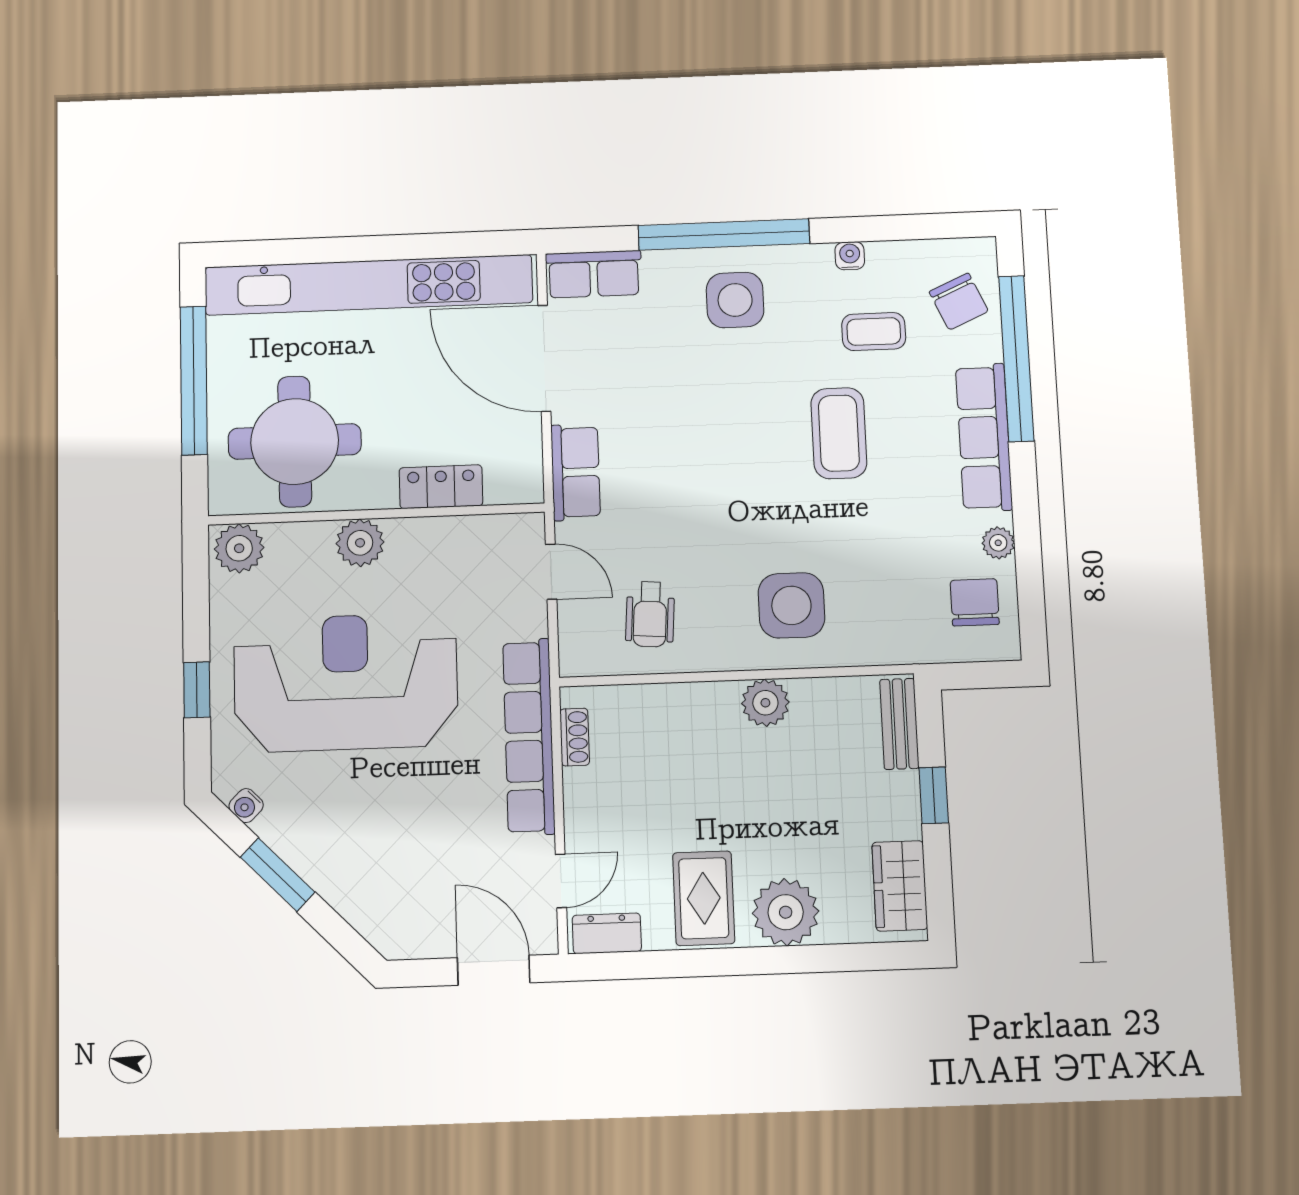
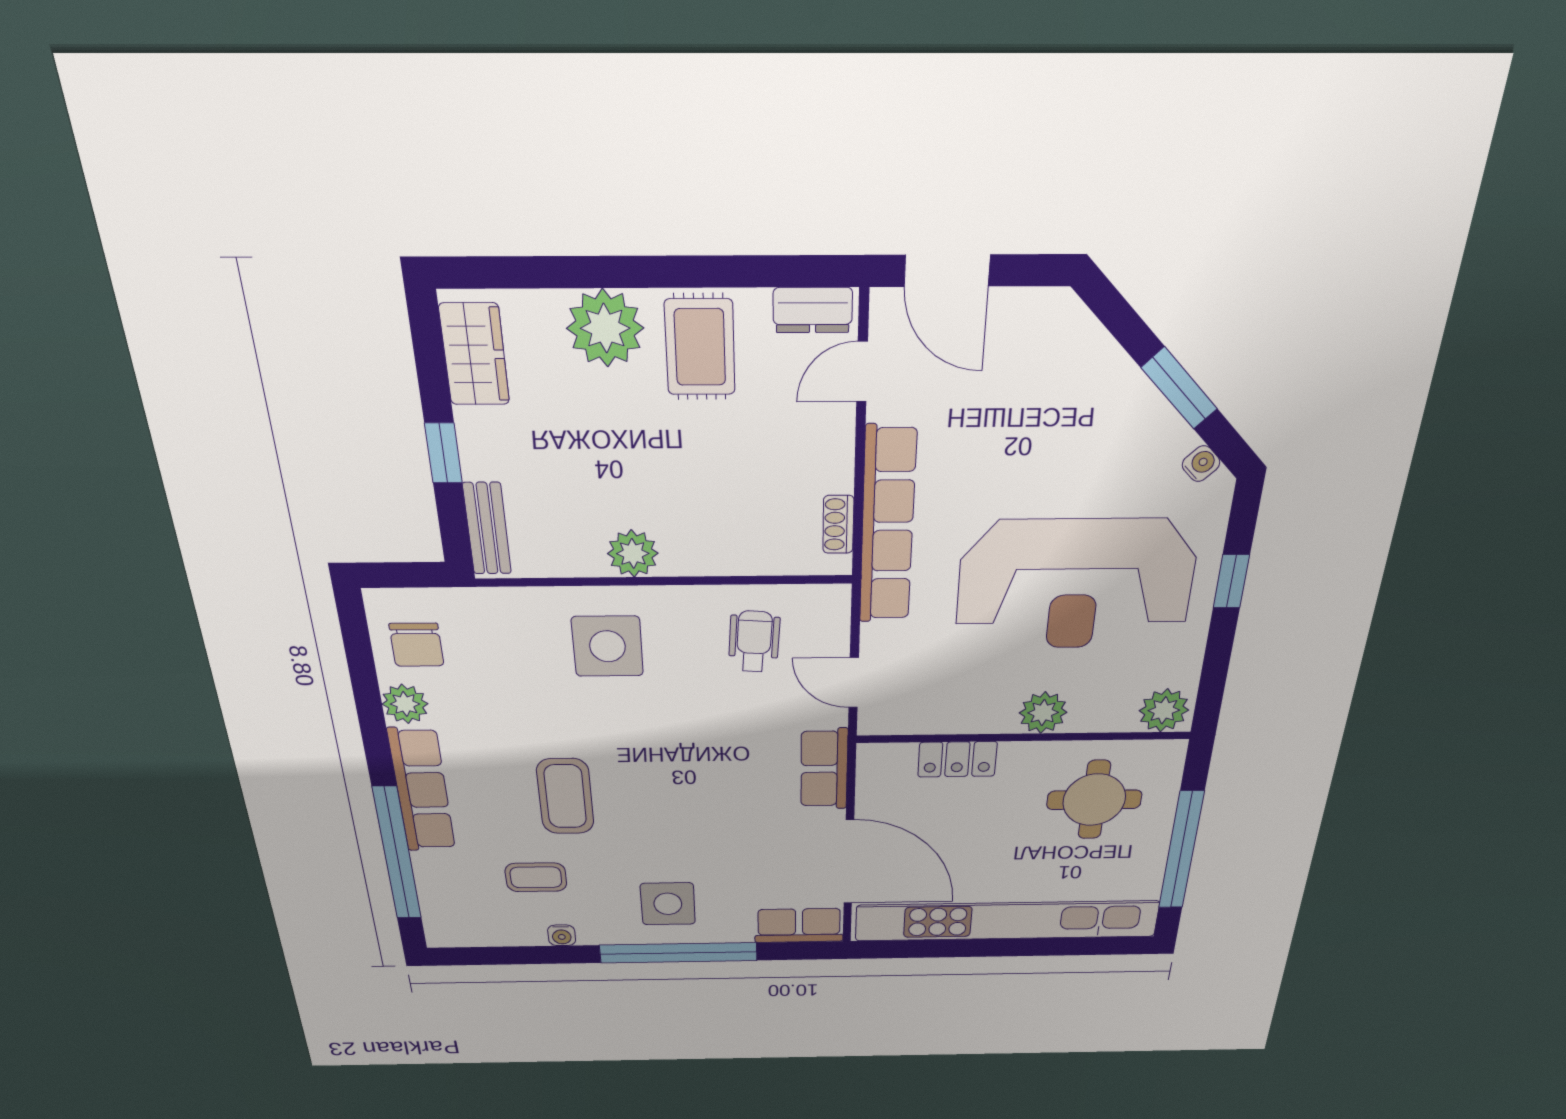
chair: (959, 301) -> (457, 899), removed
round table: (295, 441) -> (1094, 800), width x0.73, depth x0.73
plant: (998, 543) -> (405, 704), width x1.38, depth x1.38

